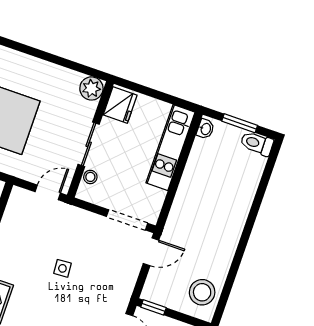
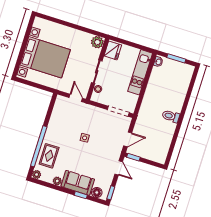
toilet: (257, 143) -> (171, 116), moved
door: (48, 192) -> (76, 98), hinge flipped
door: (151, 252) -> (128, 139), moved
stool: (202, 292) -> (159, 148), removed

